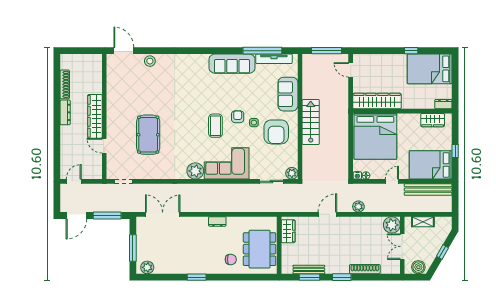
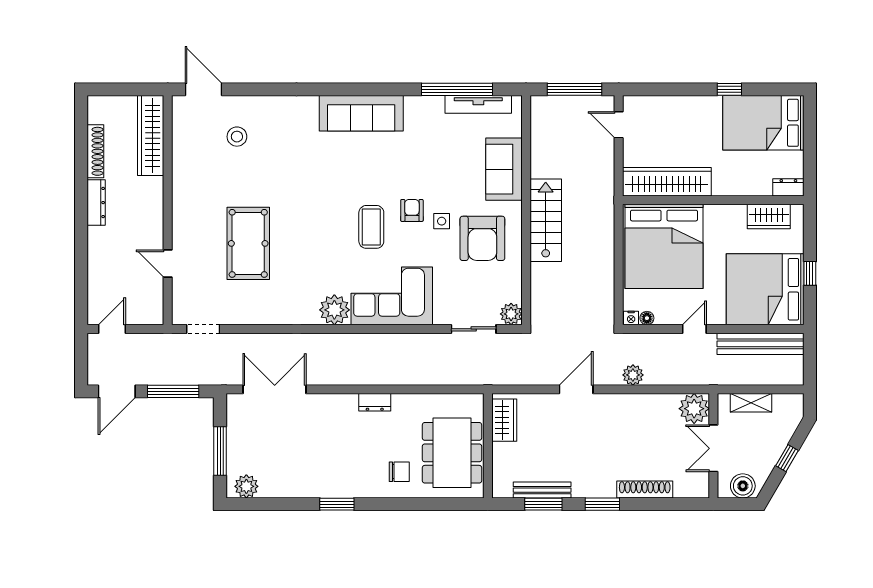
stool: (150, 61) -> (237, 137), moved
sofa: (232, 64) -> (361, 113), moved
wardrobe: (95, 116) -> (151, 136), moved
bed: (431, 165) -> (765, 289), width x1.36

